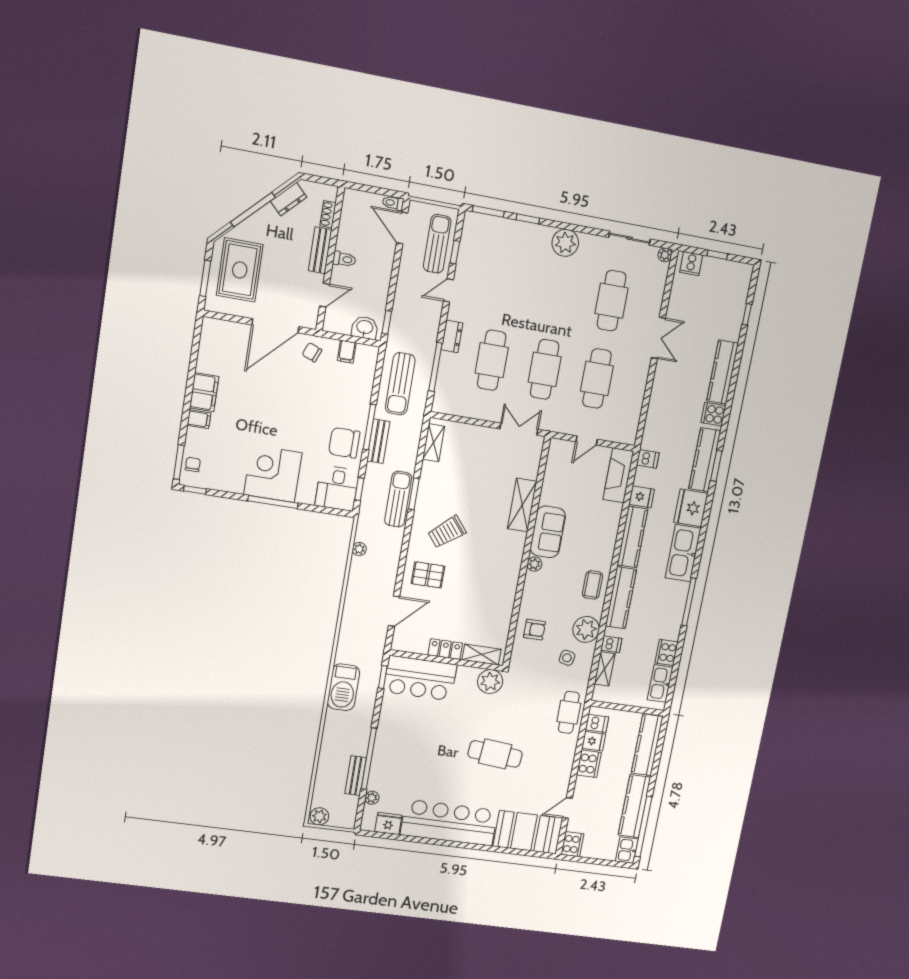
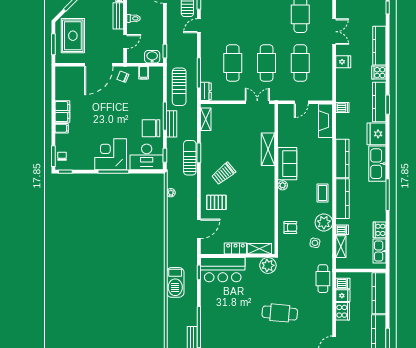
dresser: (452, 336) -> (206, 91), moved
desk: (337, 488) -> (147, 157), width x1.37
fridge: (642, 497) -> (343, 62), moved

